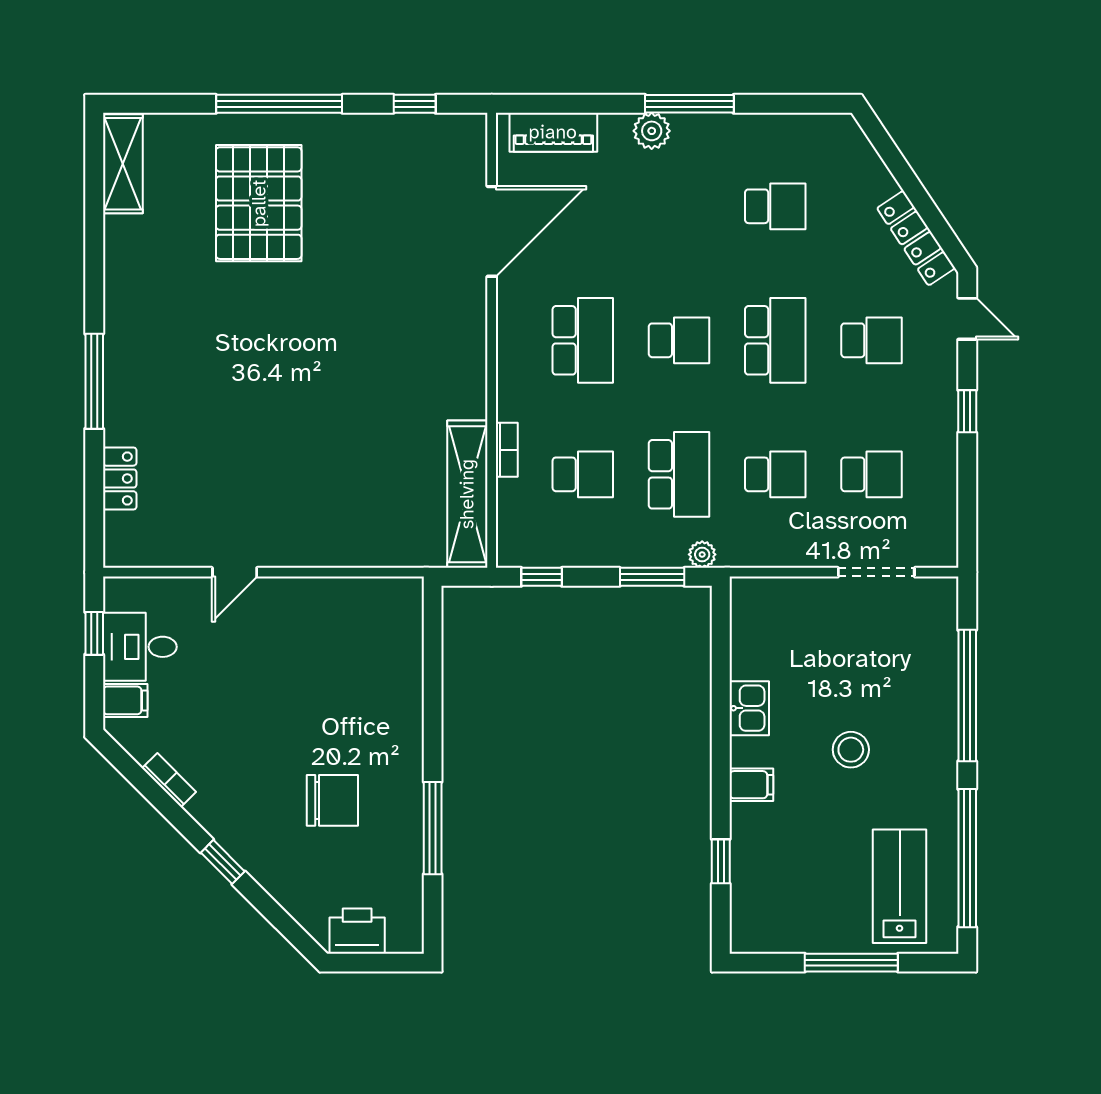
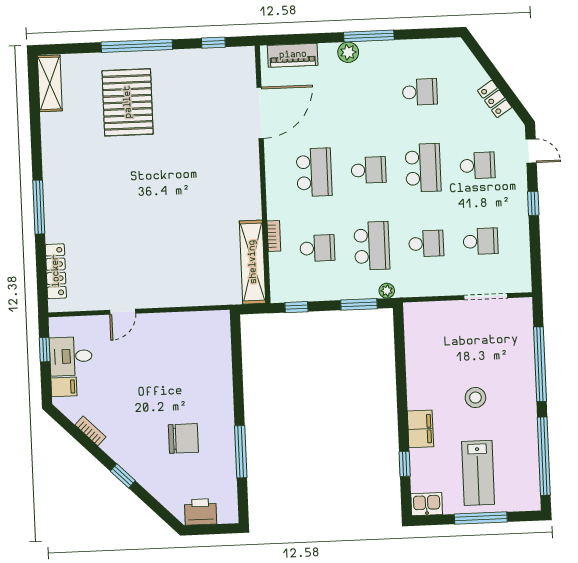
locker: (916, 238) -> (495, 99), width x0.66
locker: (120, 478) -> (56, 271), width x1.53
kitchen sink: (749, 708) -> (427, 504), moved, turned -90
filing cabinet: (751, 785) -> (420, 429), width x2.00
lab bench: (900, 886) -> (478, 473), moved, turned 180

